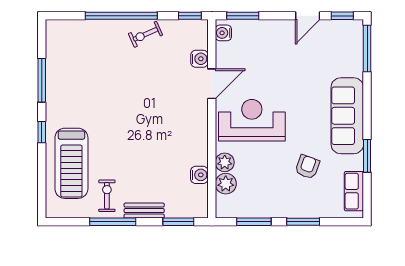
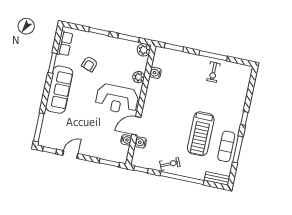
water cooler: (223, 33) -> (126, 140), moved
exercise mat: (61, 81) -> (226, 146), added
treadmill: (71, 163) -> (201, 134), moved, turned 180
plant: (226, 184) -> (144, 50), moved
bench: (144, 211) -> (217, 178), moved

